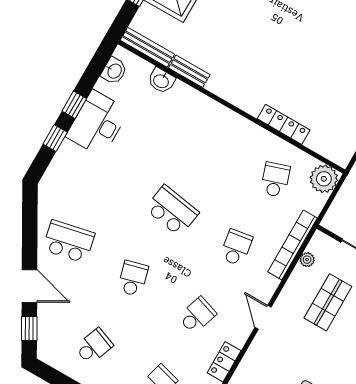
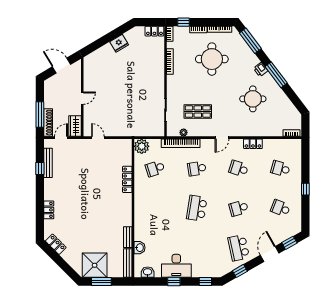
window: (55, 138) -> (205, 282), moved
window: (30, 222) -> (240, 271), added

